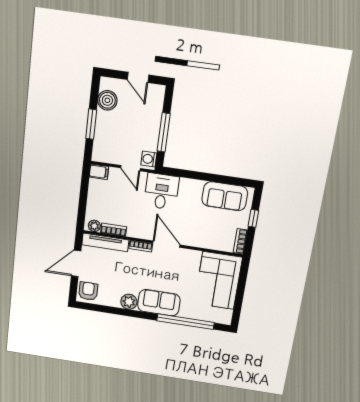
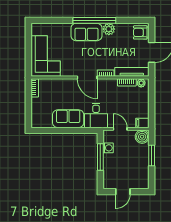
door: (138, 77) -> (123, 192), swing flipped
boiler: (107, 100) -> (142, 137), moved
washing machine: (149, 159) -> (108, 148), moved
sofa: (225, 196) -> (68, 119), moved
window: (253, 218) -> (28, 106), removed
armchair: (88, 291) -> (140, 32), turned 90
window: (185, 322) -> (94, 20), moved

